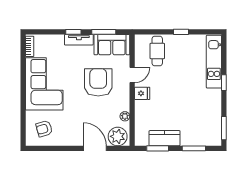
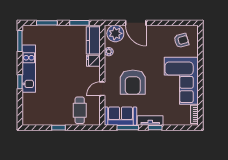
kitchen unit: (214, 62) -> (29, 69), moved
fridge: (142, 93) -> (93, 61), moved
kitchen counter: (165, 138) -> (93, 40), moved, turned 90

